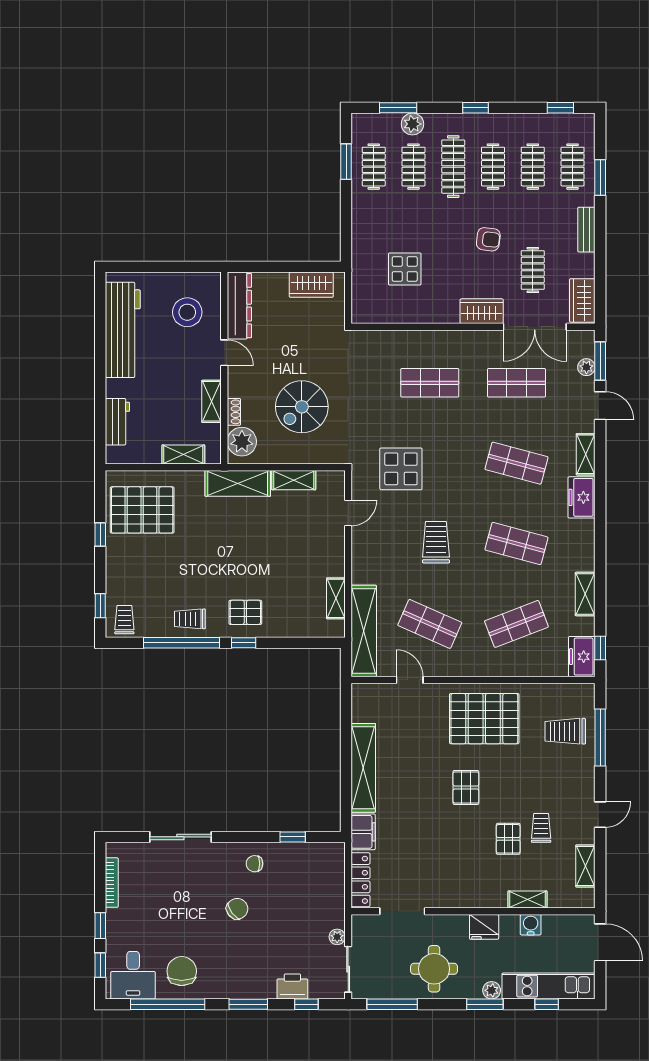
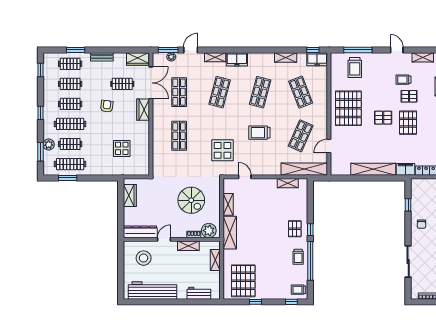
clothes rail: (374, 167) -> (70, 164), width x1.36
pallet: (456, 837) -> (408, 123), added

